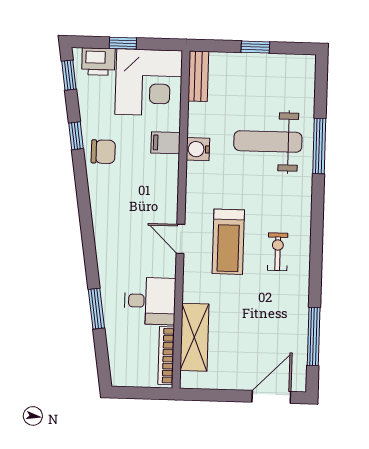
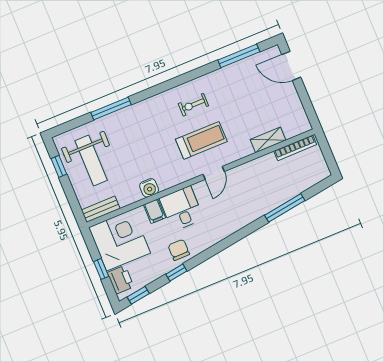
window: (255, 47) -> (59, 166), moved
weight bench: (268, 141) -> (91, 161), moved
desk: (150, 301) -> (182, 209), moved
window: (96, 309) -> (285, 208), width x1.44
shelving: (194, 337) -> (268, 140), width x0.67, depth x0.75

